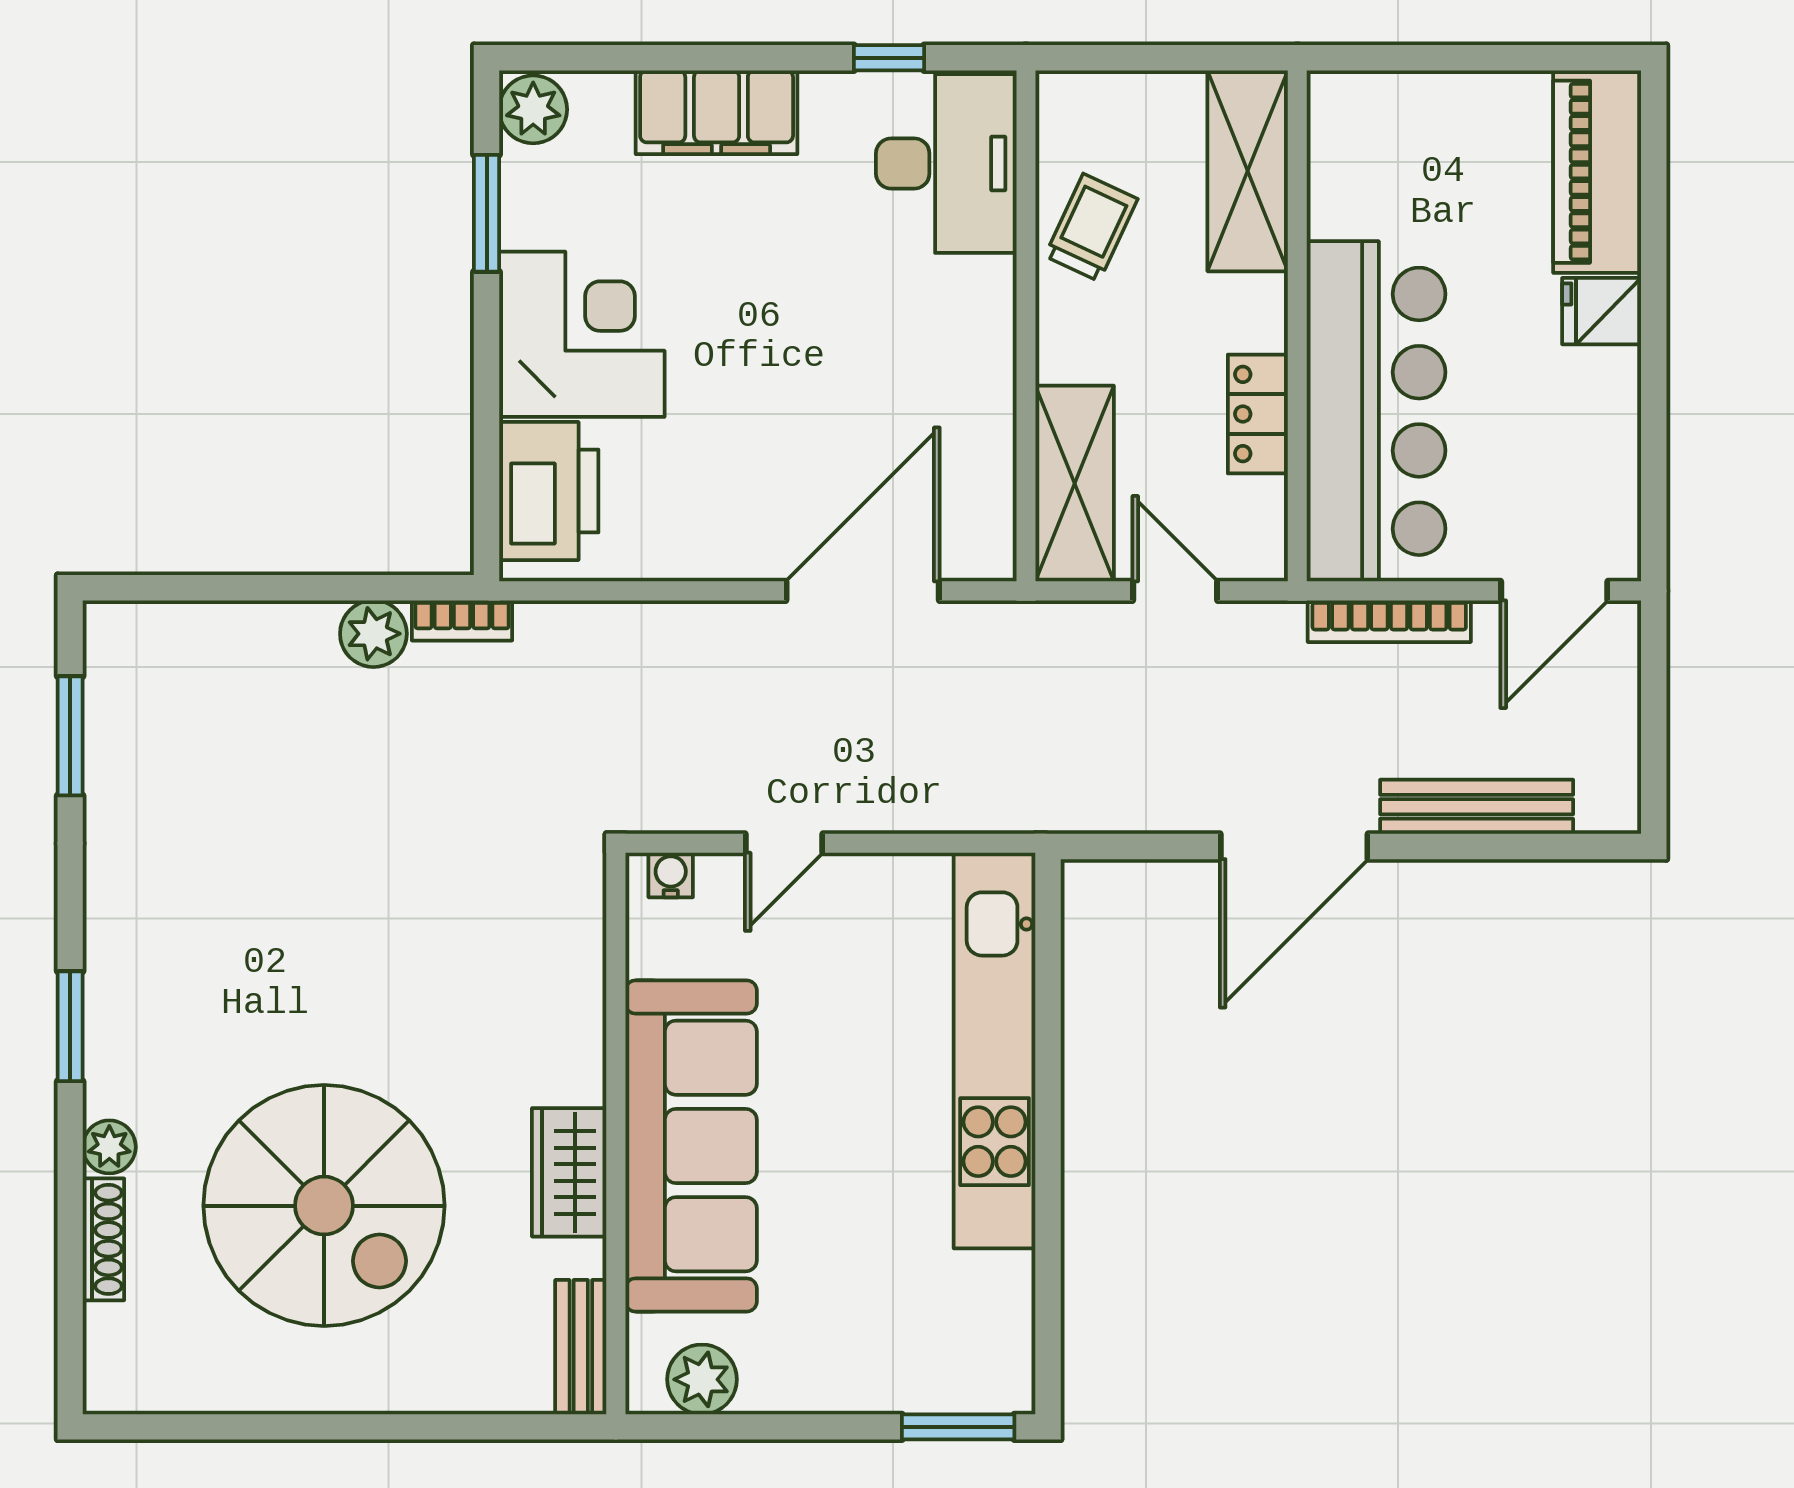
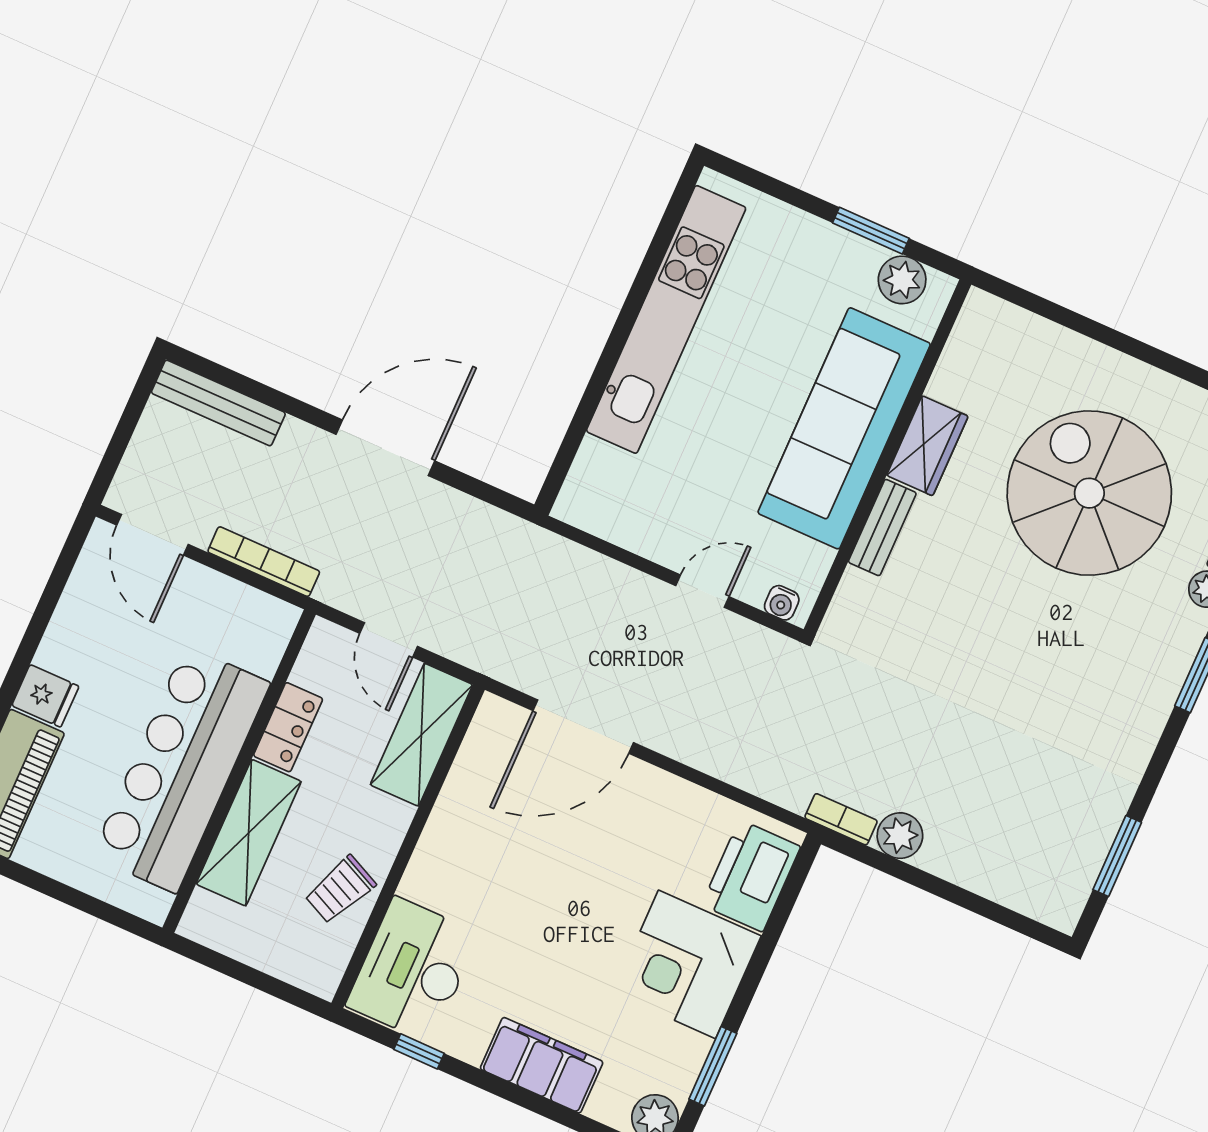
shelving: (1248, 171) -> (249, 833), moved
bar counter: (1376, 411) -> (181, 769), moved
door: (1554, 591) -> (152, 535), swing flipped
bench: (1477, 807) -> (218, 403), moved
kitchen unit: (995, 1051) -> (666, 319), moved
bench: (581, 1347) -> (882, 528), moved
window: (958, 1427) -> (871, 231), moved

